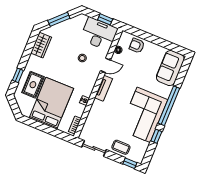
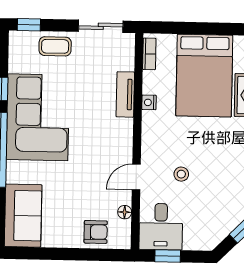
desk: (99, 34) -> (161, 227), width x0.73
tv unit: (104, 88) -> (125, 94), moved

